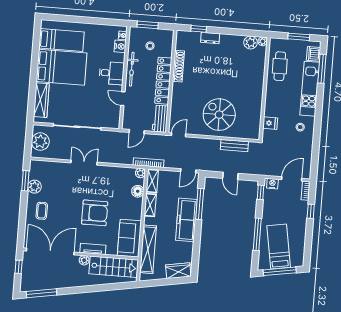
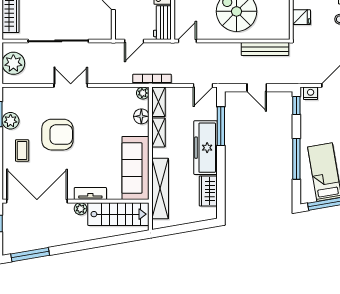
bench: (234, 146) -> (265, 49), width x1.36
armchair: (95, 213) -> (57, 135), moved
sofa: (129, 238) -> (135, 168), width x1.36
wardrobe: (178, 271) -> (208, 191), moved, turned -80

